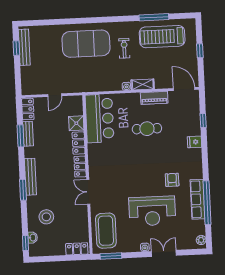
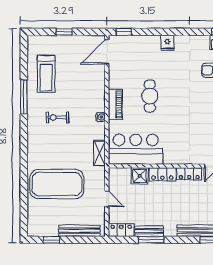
window: (154, 17) -> (24, 97), moved
treadmill: (162, 37) -> (46, 74), width x0.73, depth x0.73
exercise mat: (86, 44) -> (57, 184), moved, turned 90
bench: (24, 47) -> (79, 231), moved
shelving: (143, 85) -> (99, 153), moved
piano: (154, 98) -> (115, 105), moved
window: (203, 121) -> (124, 32), moved

